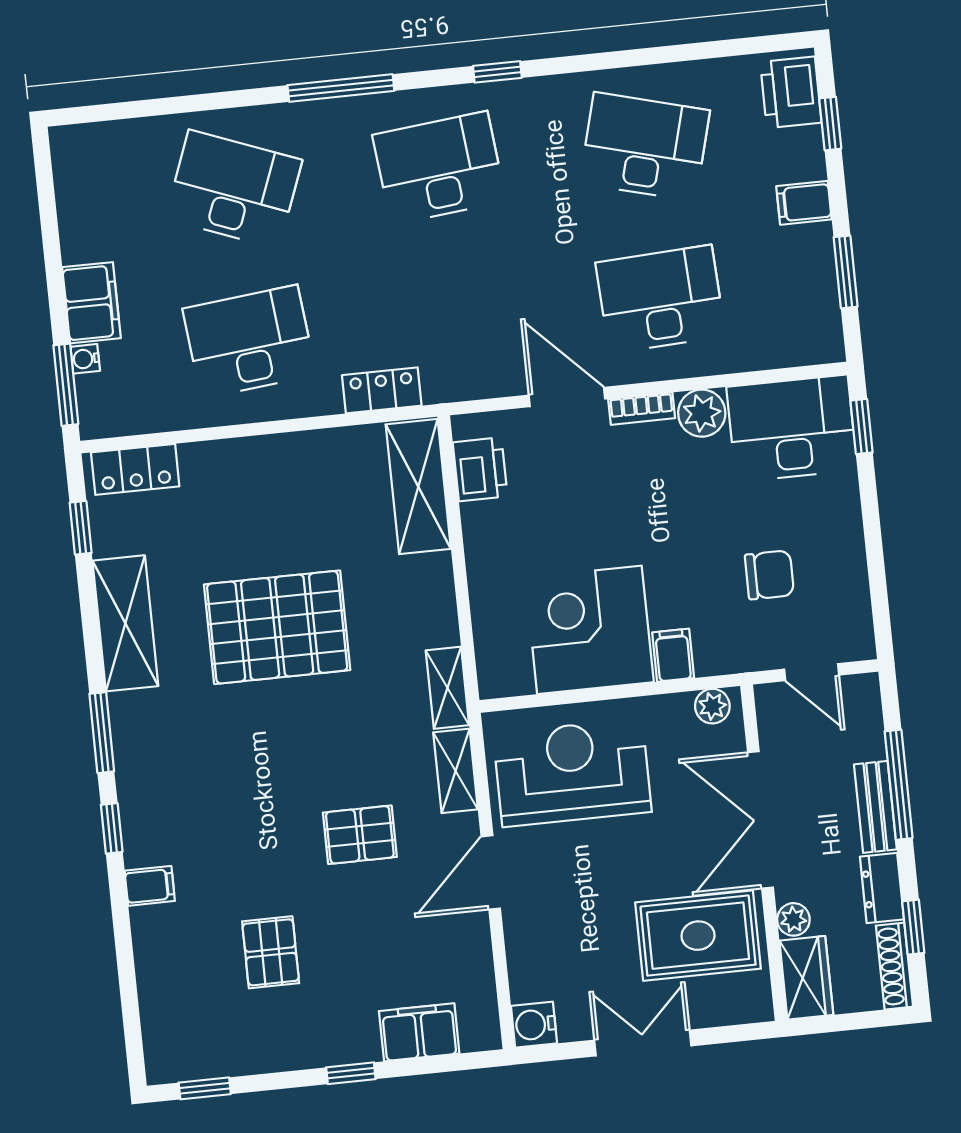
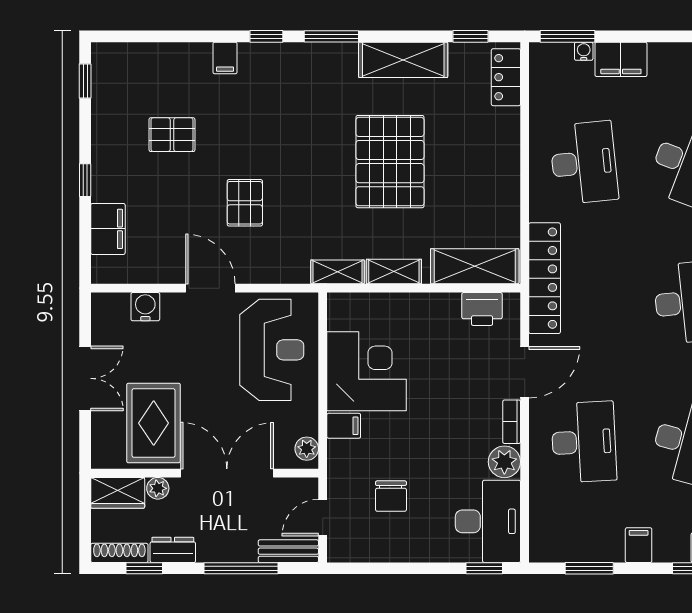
locker: (382, 390) -> (545, 278), width x2.16, depth x1.21
shelving: (456, 771) -> (394, 272), moved
bench: (875, 807) -> (288, 551), moved
water cooler: (534, 1025) -> (145, 307), moved

